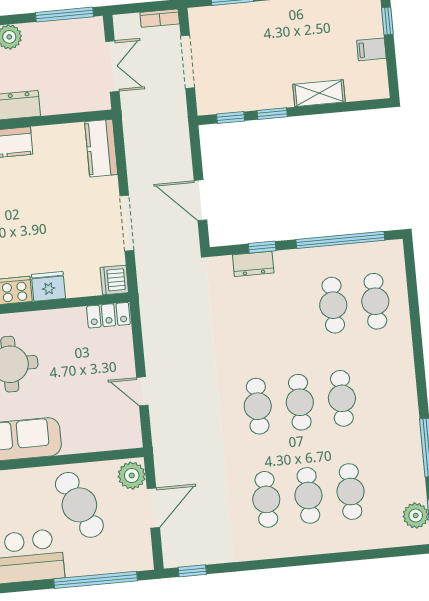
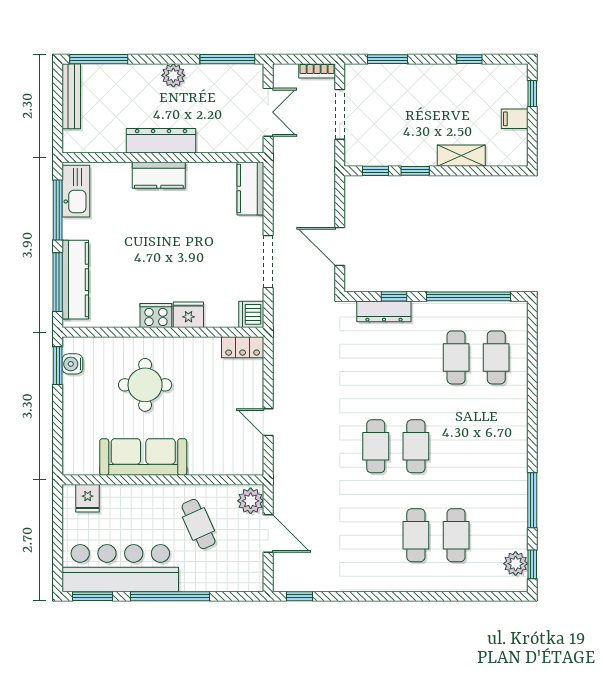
dresser: (253, 264) -> (384, 311), width x1.44
cafe table: (342, 398) -> (456, 446), removed
cafe table: (266, 499) -> (376, 535), removed
cafe table: (79, 505) -> (199, 524), width x0.73, depth x0.74
door: (153, 508) -> (268, 533), hinge flipped
window: (96, 580) -> (170, 596), moved

